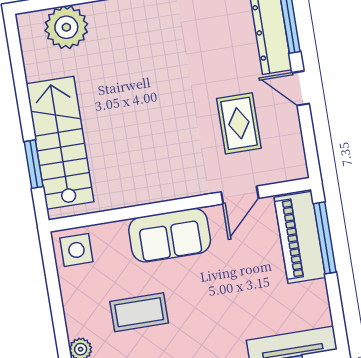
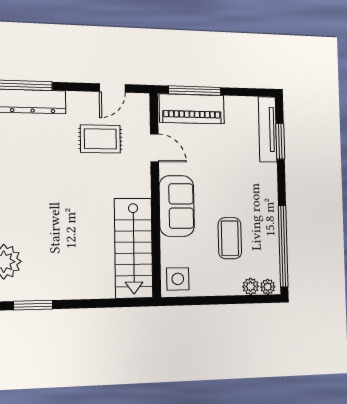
door: (301, 88) -> (112, 88), moved
stairs: (60, 143) -> (134, 248), moved, turned -90
window: (34, 164) -> (33, 305), moved

